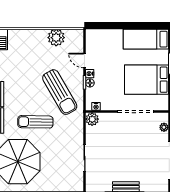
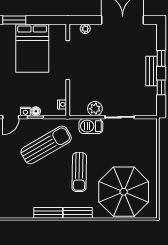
plant: (92, 119) -> (95, 109), moved
barbecue: (77, 132) -> (91, 126), added

